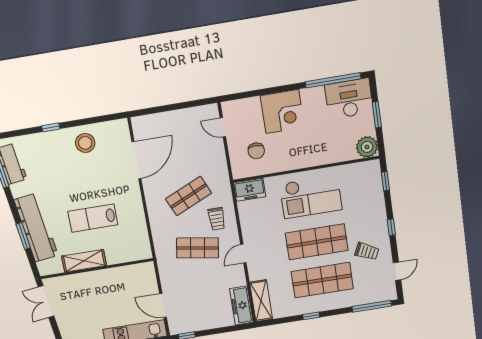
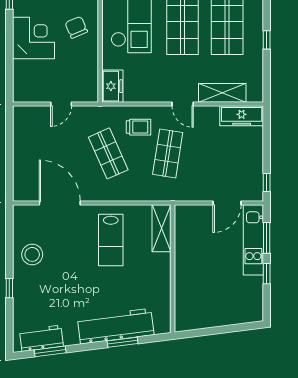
door: (223, 127) -> (61, 104), moved
chair: (256, 151) -> (76, 27), moved, turned -113
lab bench: (93, 218) -> (111, 240), moved
shelving: (84, 261) -> (162, 228), moved
shelving: (261, 301) -> (222, 93), moved
double door: (46, 302) -> (201, 332), removed

